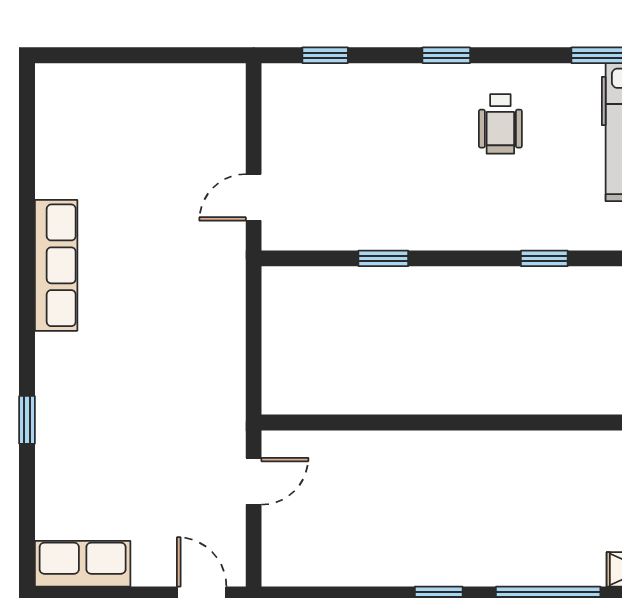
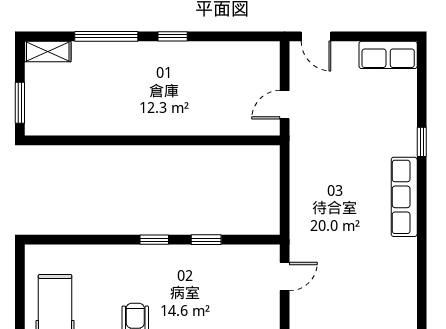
window: (544, 258) -> (154, 240), moved
row of seats: (56, 265) -> (404, 197), moved

